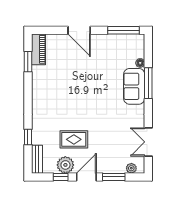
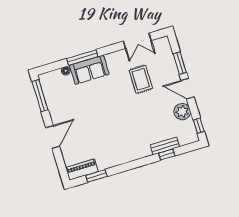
rug: (74, 139) -> (141, 79), moved
bench: (37, 159) -> (165, 146), moved
plant: (131, 168) -> (167, 49), removed
window: (61, 177) -> (199, 126), moved

